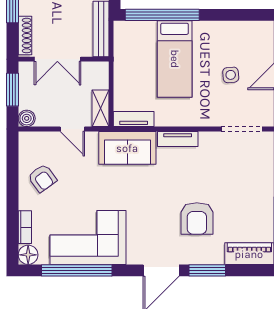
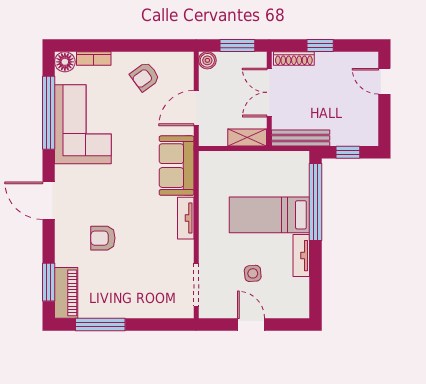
shelving: (101, 108) -> (247, 137), moved
tv unit: (134, 119) -> (301, 256), moved, turned 180
door: (72, 129) -> (196, 108), width x1.38
armchair: (197, 218) -> (103, 238), width x0.72, depth x0.72
window: (207, 270) -> (49, 282), moved

